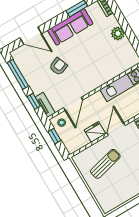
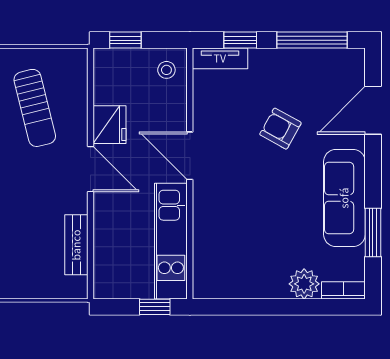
plant: (118, 33) -> (304, 284), moved
armchair: (58, 66) -> (280, 129), turned 140
door: (73, 104) -> (190, 156), moved
window: (54, 136) -> (125, 40), moved

